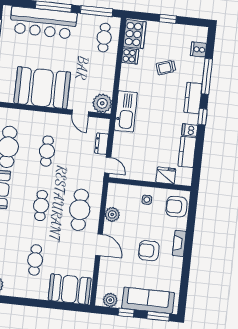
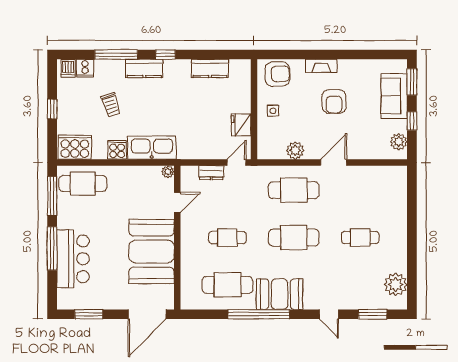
bar counter: (43, 23) -> (73, 259), width x0.73
cafe table: (104, 37) -> (83, 183), width x1.37, depth x1.35
cooker: (130, 56) -> (117, 150), moved
plant: (102, 103) -> (168, 172), width x0.53, depth x0.53
kitchen sink: (126, 111) -> (152, 148), moved
dishwasher: (190, 130) -> (68, 68), moved
fridge: (166, 175) -> (241, 125), moved
cafe table: (41, 206) -> (294, 238), width x1.37, depth x1.35
armchair: (176, 207) -> (277, 74), turned -93
booth: (70, 289) -> (391, 192), removed
sofa: (148, 300) -> (394, 96), width x0.73

